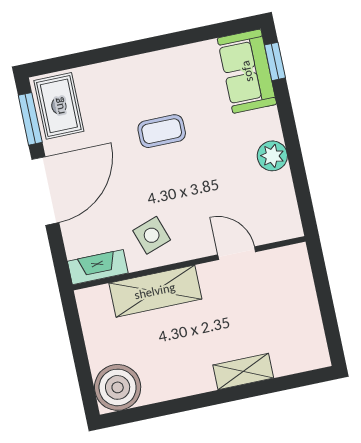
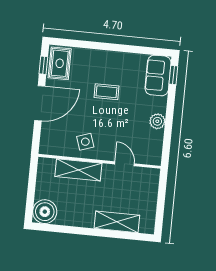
window: (30, 119) -> (43, 65), width x0.67
fireplace: (98, 267) -> (54, 149), removed
shelving: (243, 371) -> (117, 222), width x1.50, depth x1.33

